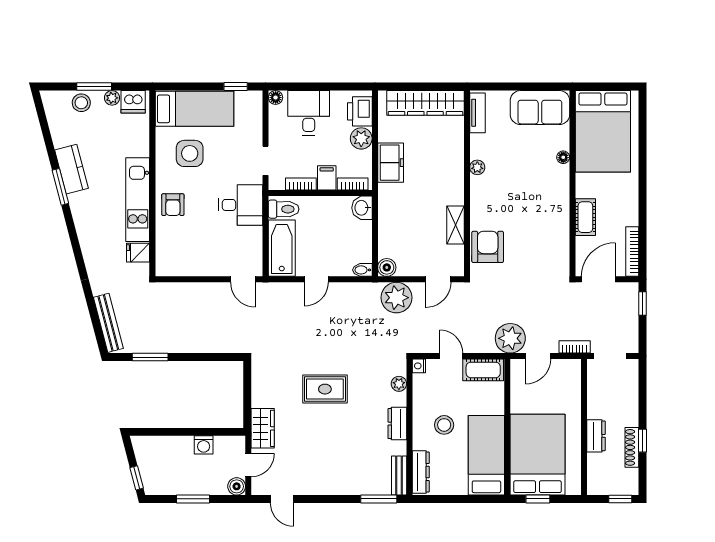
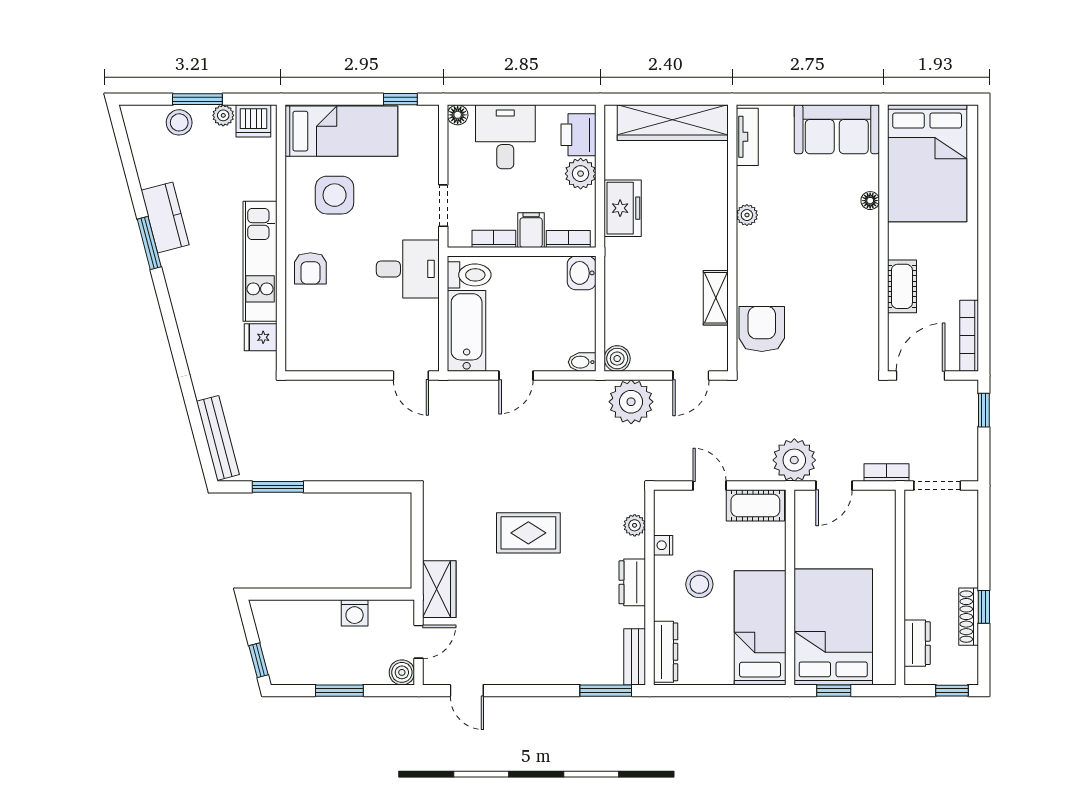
nightstand: (419, 366) -> (663, 545), moved
dresser: (596, 436) -> (917, 643), moved

